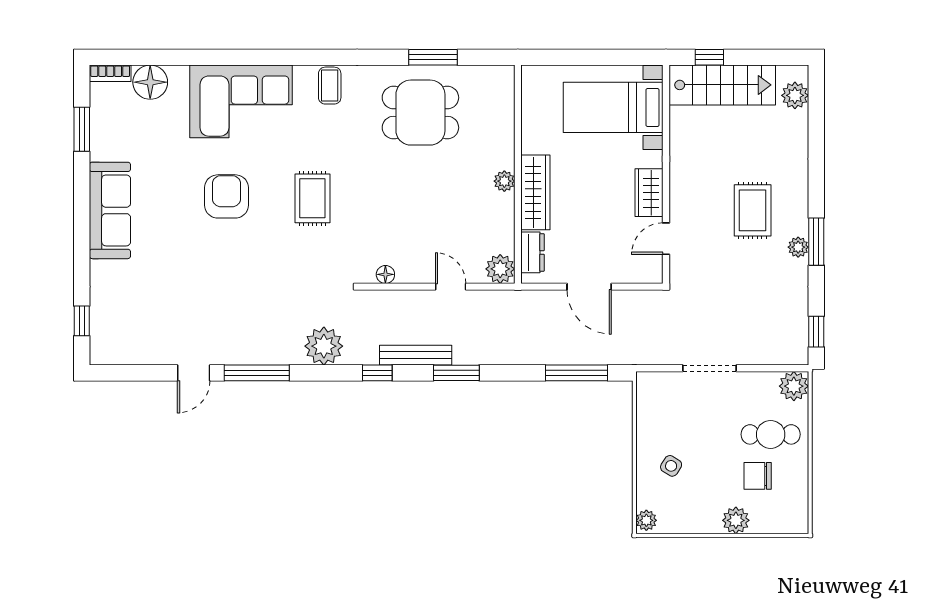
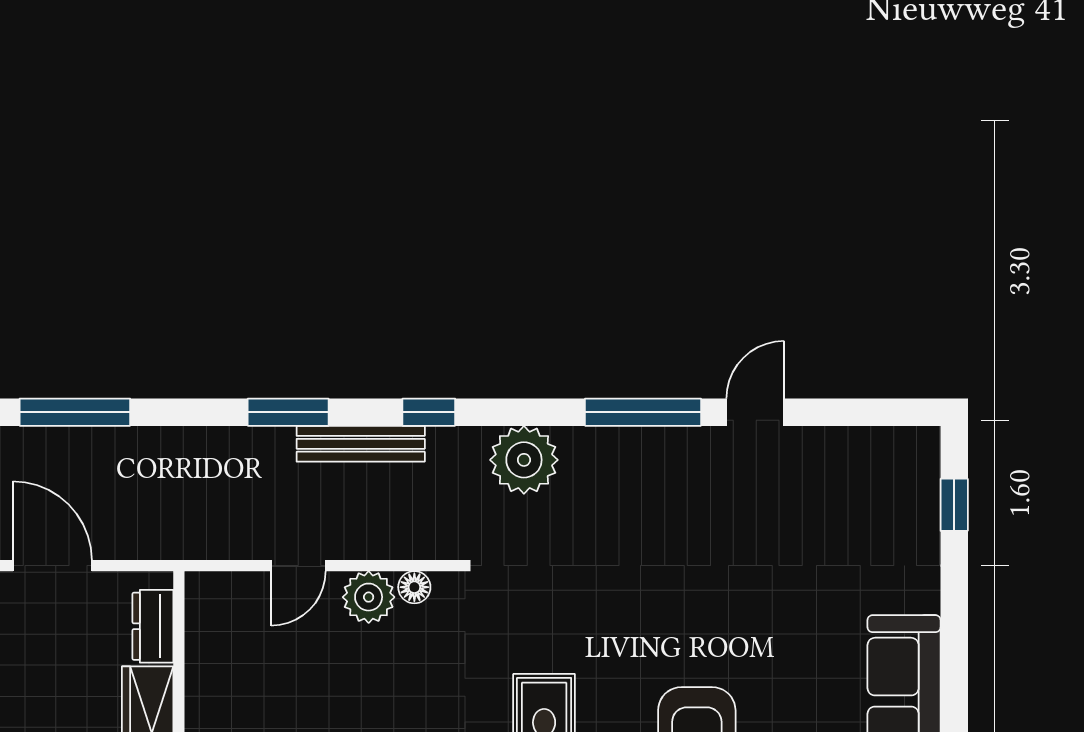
plant: (500, 269) -> (369, 597), moved
door: (451, 287) -> (298, 566), hinge flipped

